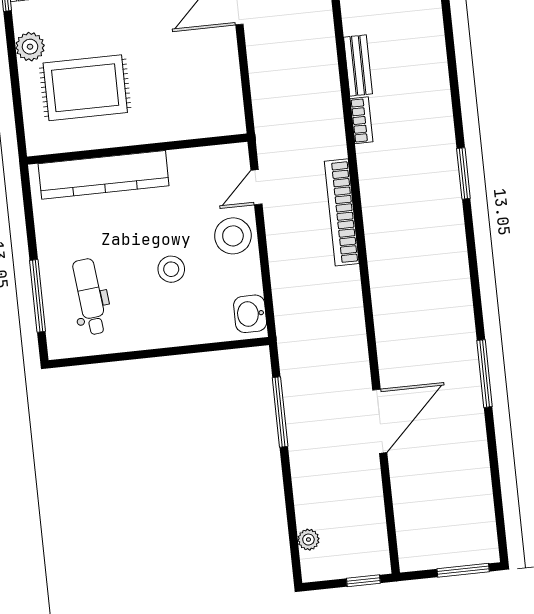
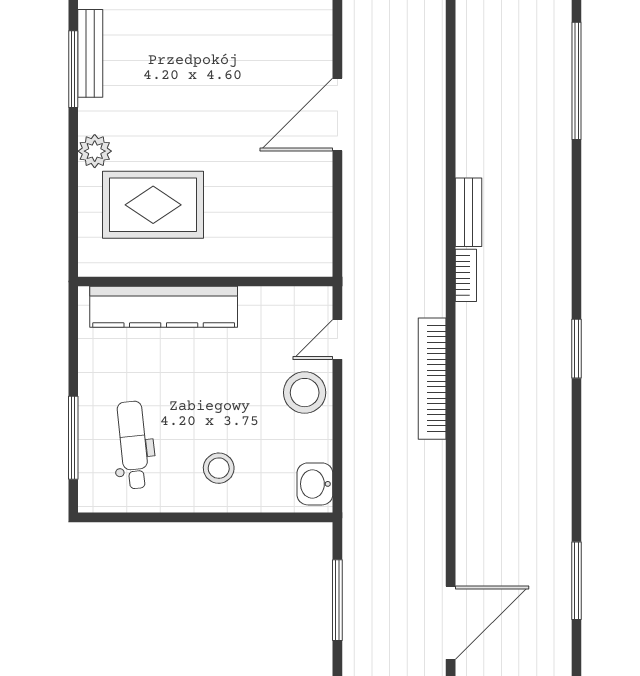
stool: (171, 269) -> (219, 468), moved

